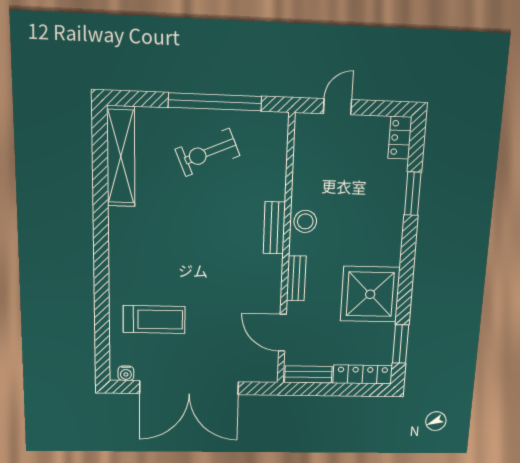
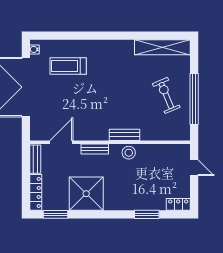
treadmill: (154, 319) -> (68, 66), turned 90

